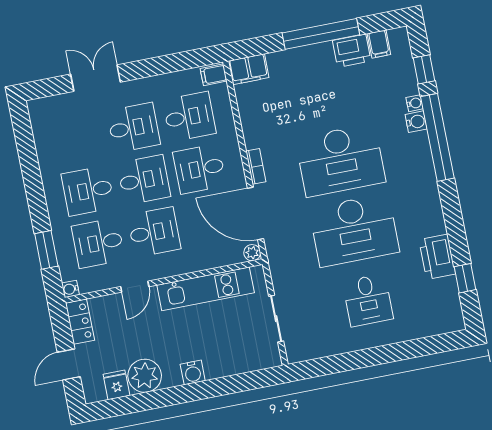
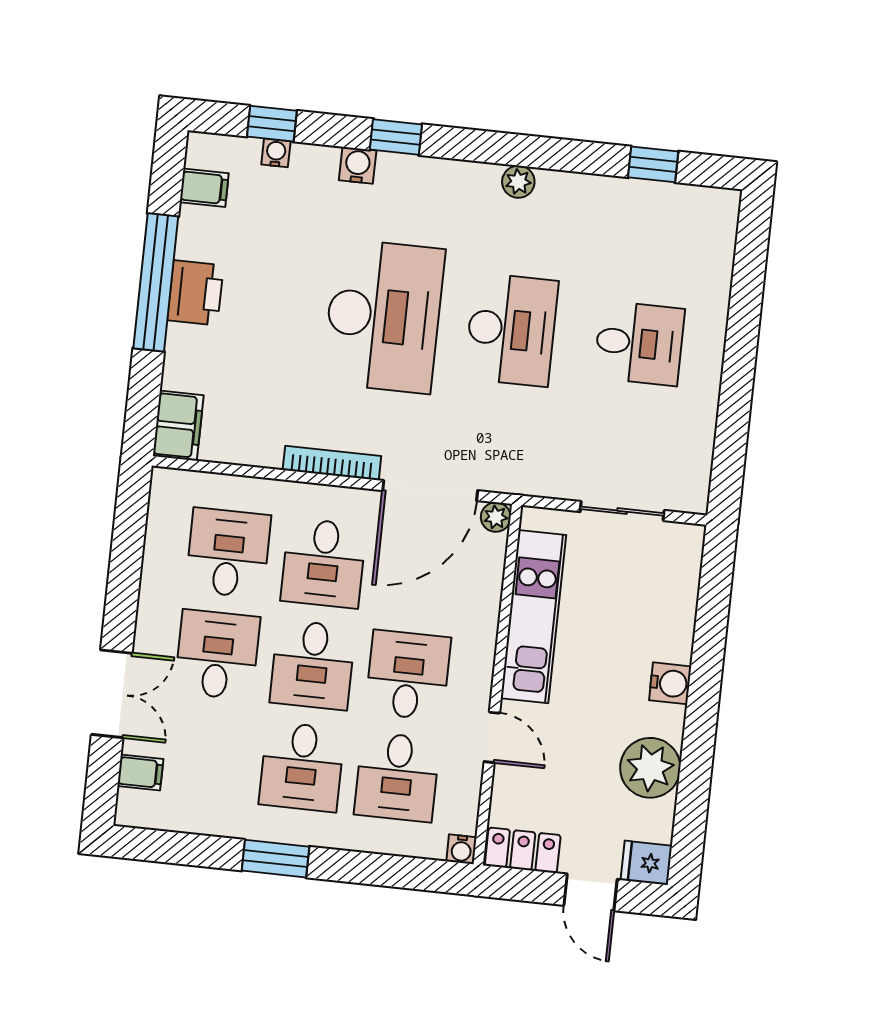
printer: (352, 51) -> (195, 293), moved
filing cabinet: (214, 75) -> (140, 772), moved, turned -90
double door: (95, 78) -> (112, 694), swing flipped
water cooler: (415, 103) -> (276, 153), moved
window: (437, 137) -> (396, 137), width x0.32
bookcase: (256, 166) -> (332, 463), width x1.56
desk: (144, 180) -> (313, 665), turned 180
plant: (434, 210) -> (518, 182), added
desk: (354, 230) -> (511, 330), width x0.73, depth x0.77
window: (46, 250) -> (275, 859), moved
printer: (437, 257) -> (601, 201), removed
fridge: (116, 385) -> (646, 863), moved

